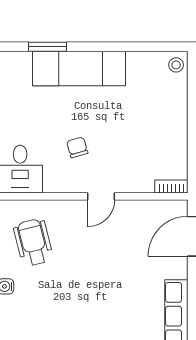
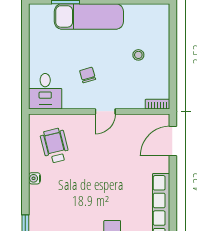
stool: (176, 65) -> (138, 55), moved

